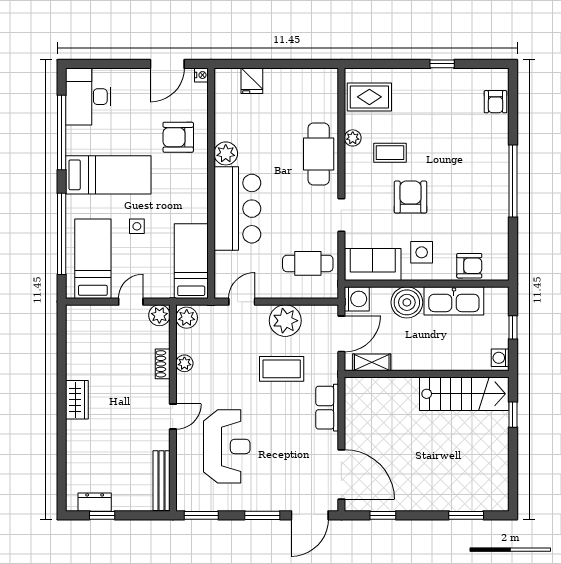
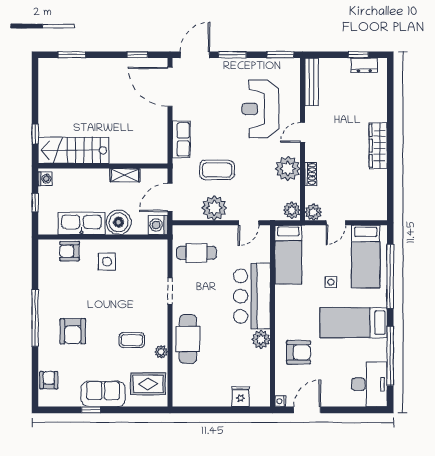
armchair: (410, 197) -> (73, 331), moved
sofa: (373, 264) -> (103, 394), moved, turned 180
shelving: (372, 362) -> (125, 175), moved
plant: (184, 363) -> (288, 169), width x1.88, depth x1.88
wardrobe: (77, 400) -> (378, 146), width x1.50

